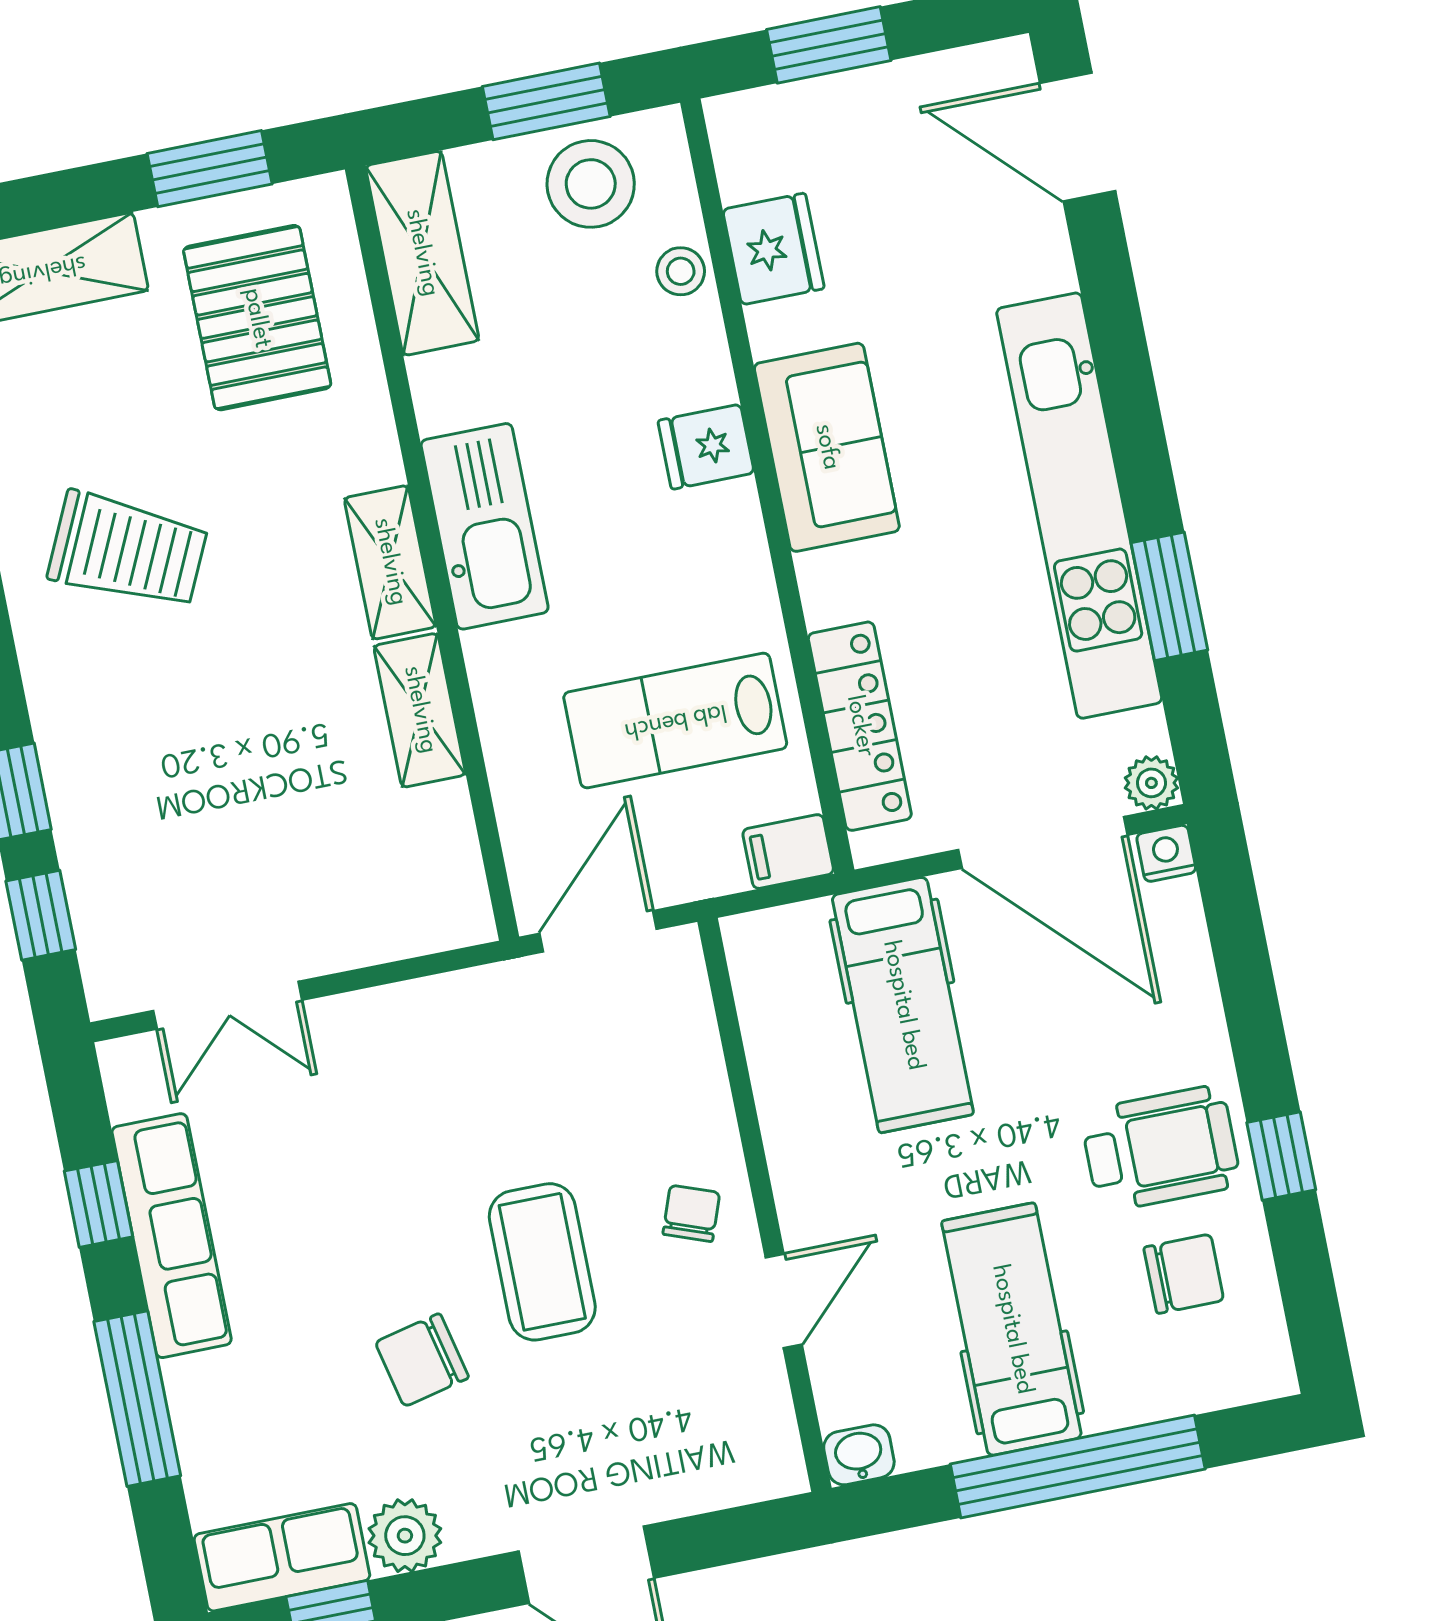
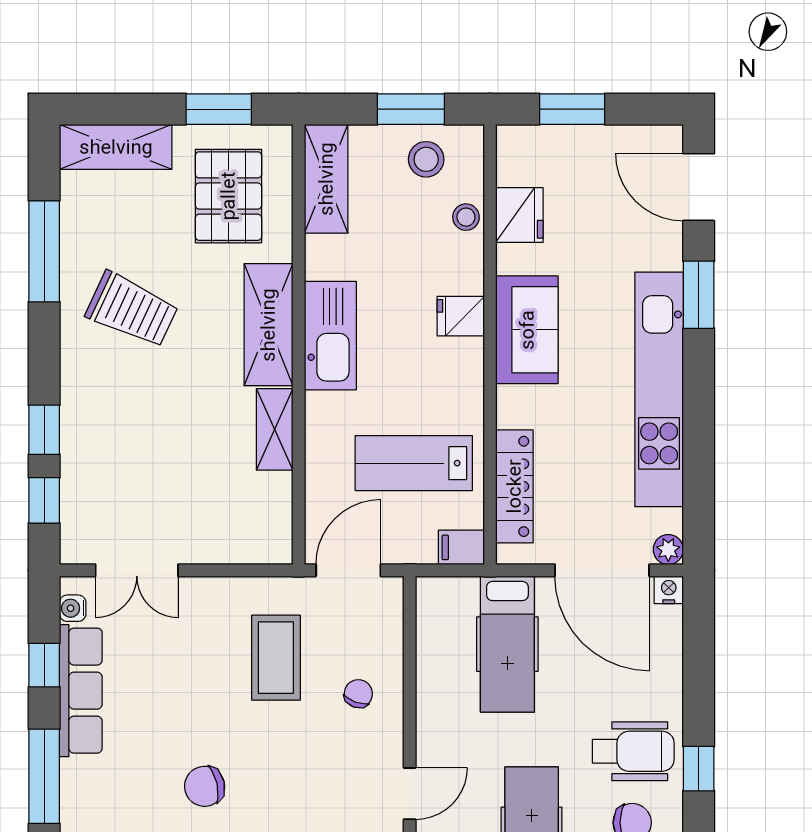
stool: (591, 184) -> (426, 159), width x0.73, depth x0.73
shelving: (390, 562) -> (268, 325), width x1.50, depth x1.33
window: (1169, 596) -> (699, 295), moved
water cooler: (129, 1094) -> (73, 608), added
chair: (691, 1213) -> (358, 694), moved
coffee table: (542, 1262) -> (276, 658), moved

